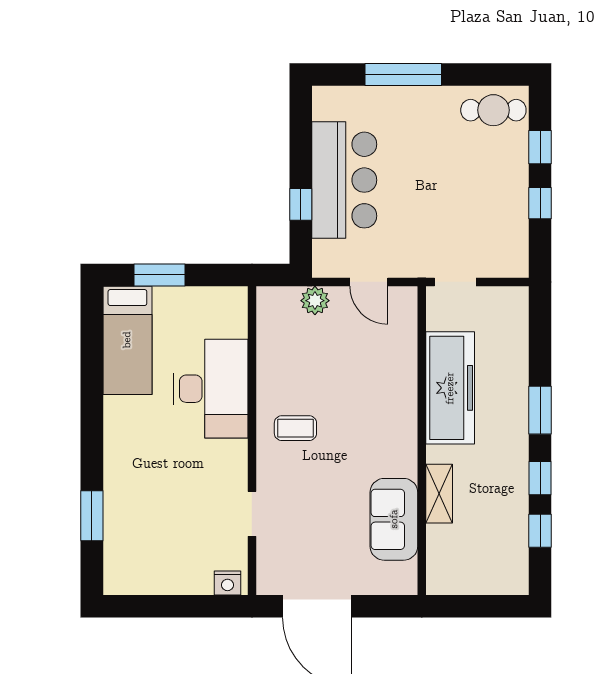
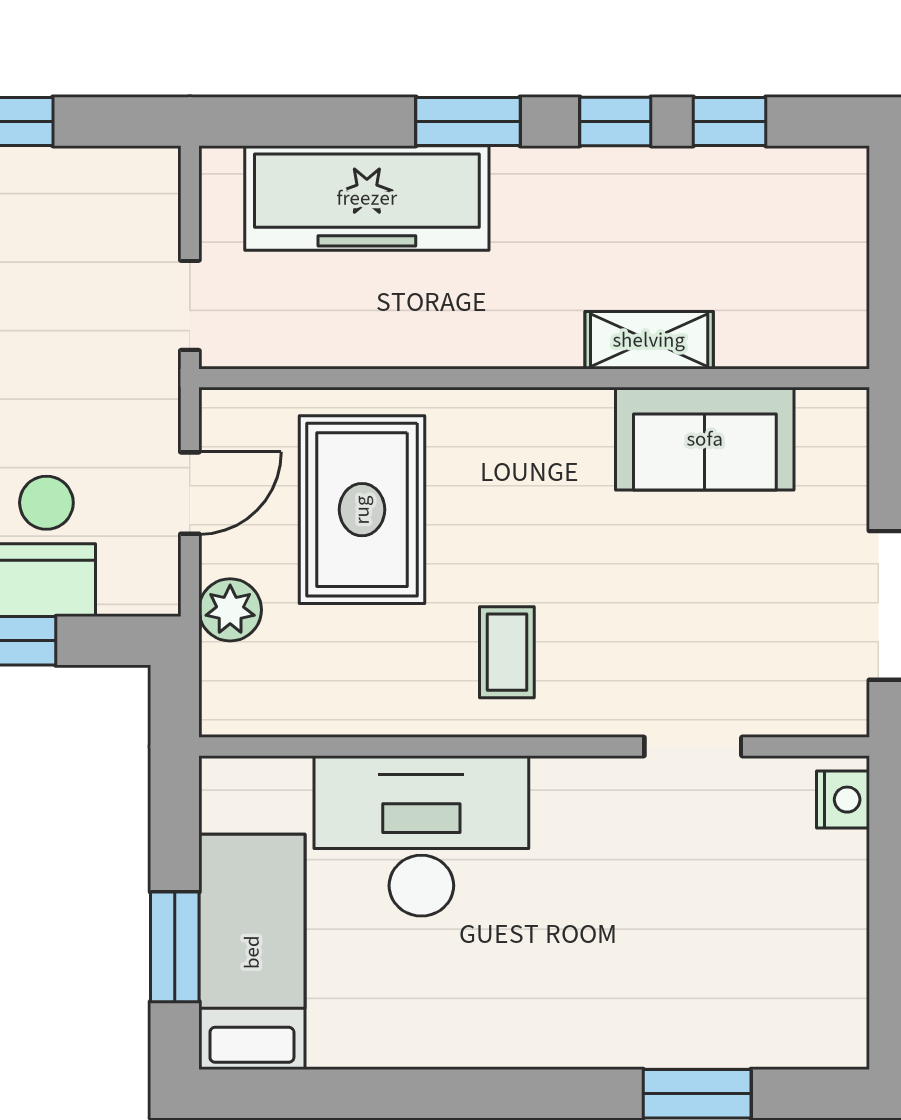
bed: (127, 340) -> (252, 952), moved, turned -90
rug: (361, 361) -> (362, 510), added
freezer: (450, 388) -> (367, 198), moved, turned 180

